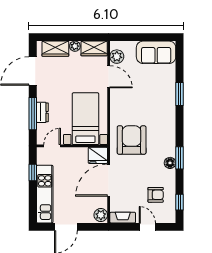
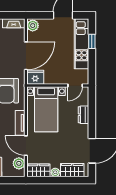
tv unit: (115, 103) -> (20, 123), added
window: (33, 114) -> (92, 114), removed
window: (33, 173) -> (92, 41), moved

